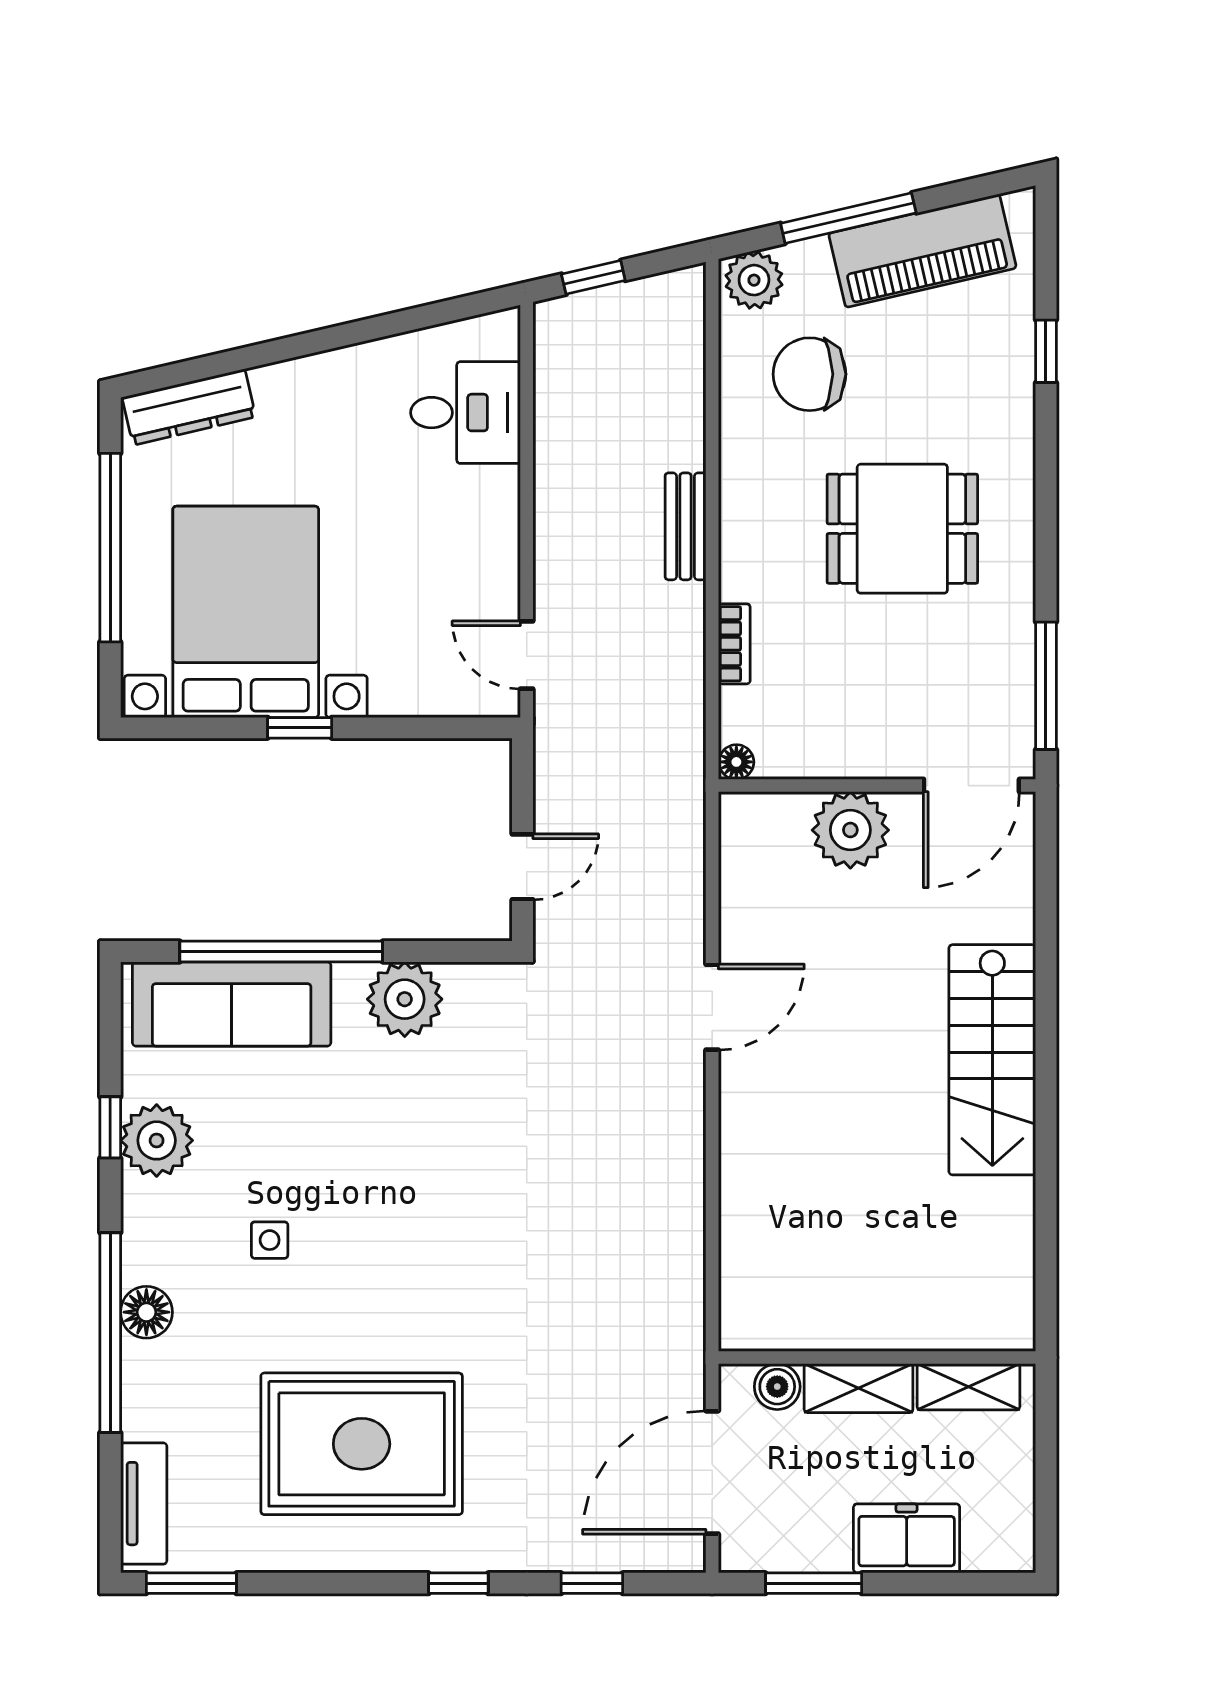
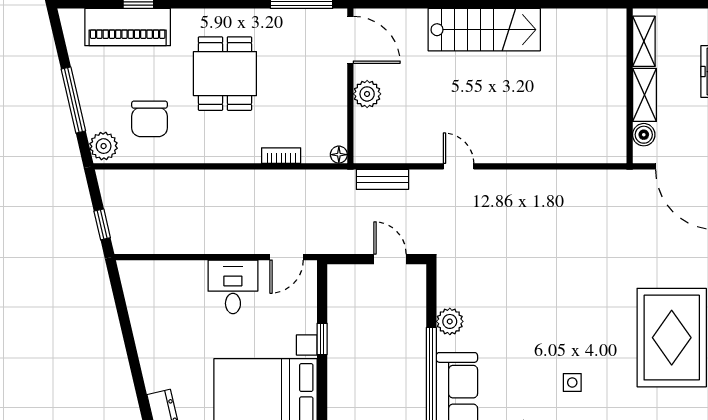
piano: (922, 251) -> (128, 27), moved, turned 103
desk: (466, 413) -> (233, 287), moved
bench: (685, 526) -> (382, 179), moved
window: (300, 728) -> (322, 339), moved
plant: (850, 830) -> (367, 94), width x0.73, depth x0.73
plant: (405, 999) -> (450, 321), width x0.73, depth x0.73
door: (712, 1007) -> (459, 166), width x0.73

